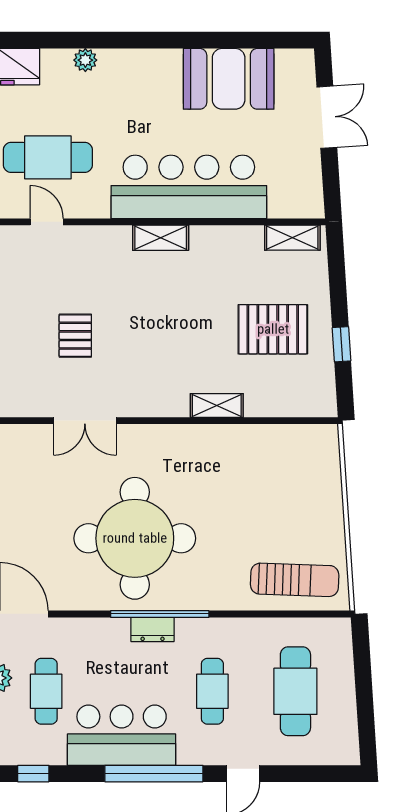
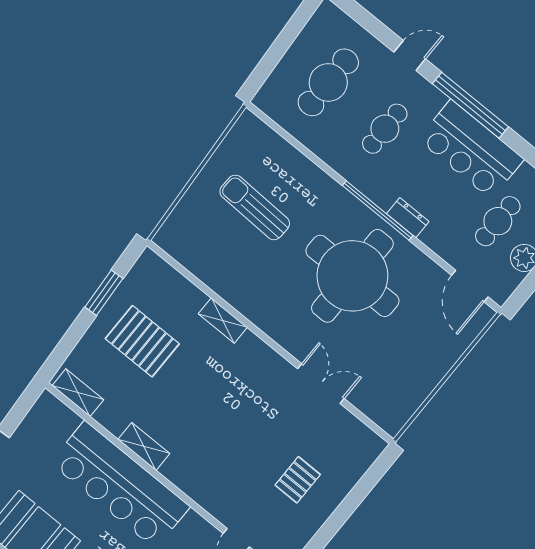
shelving: (161, 238) -> (144, 446), moved
pallet: (75, 336) -> (298, 480), moved
window: (342, 344) -> (104, 293), width x1.50
sun lounger: (295, 580) -> (255, 207), moved
dresser: (153, 629) -> (408, 218), moved

